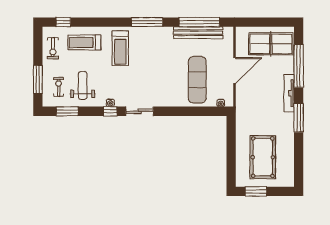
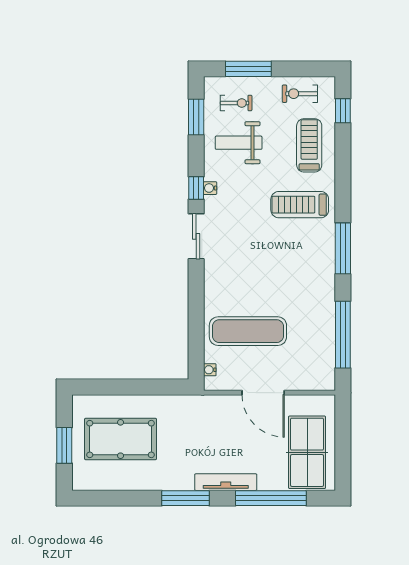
bench: (198, 33) -> (325, 333), removed
weight bench: (83, 85) -> (239, 143), turned 180
window: (256, 191) -> (64, 445), moved

